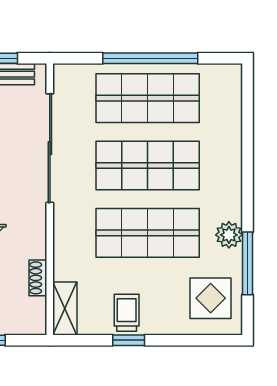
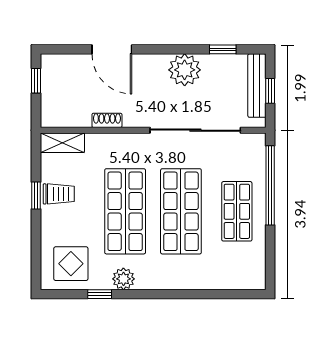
window: (150, 58) -> (270, 185), moved
shop shelf: (148, 98) -> (237, 211), width x0.70, depth x0.74
window: (247, 263) -> (100, 294), width x0.46
shoe rack: (38, 278) -> (107, 120), moved

